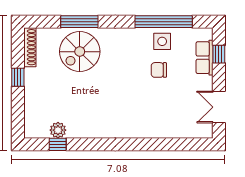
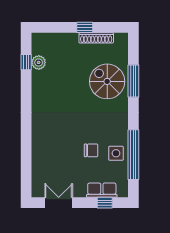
shoe rack: (30, 47) -> (96, 38), moved
chair: (159, 70) -> (91, 150), turned 90

